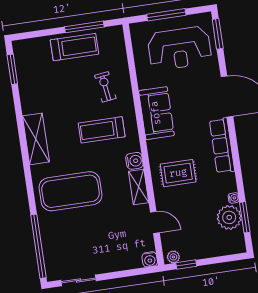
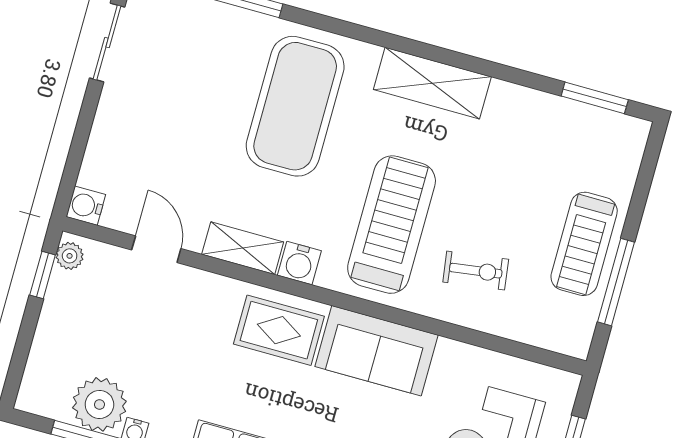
treadmill: (102, 130) -> (392, 225), width x1.37, depth x1.38
rug: (178, 173) -> (279, 330), moved, turned 90
door: (155, 222) -> (156, 249), swing flipped

